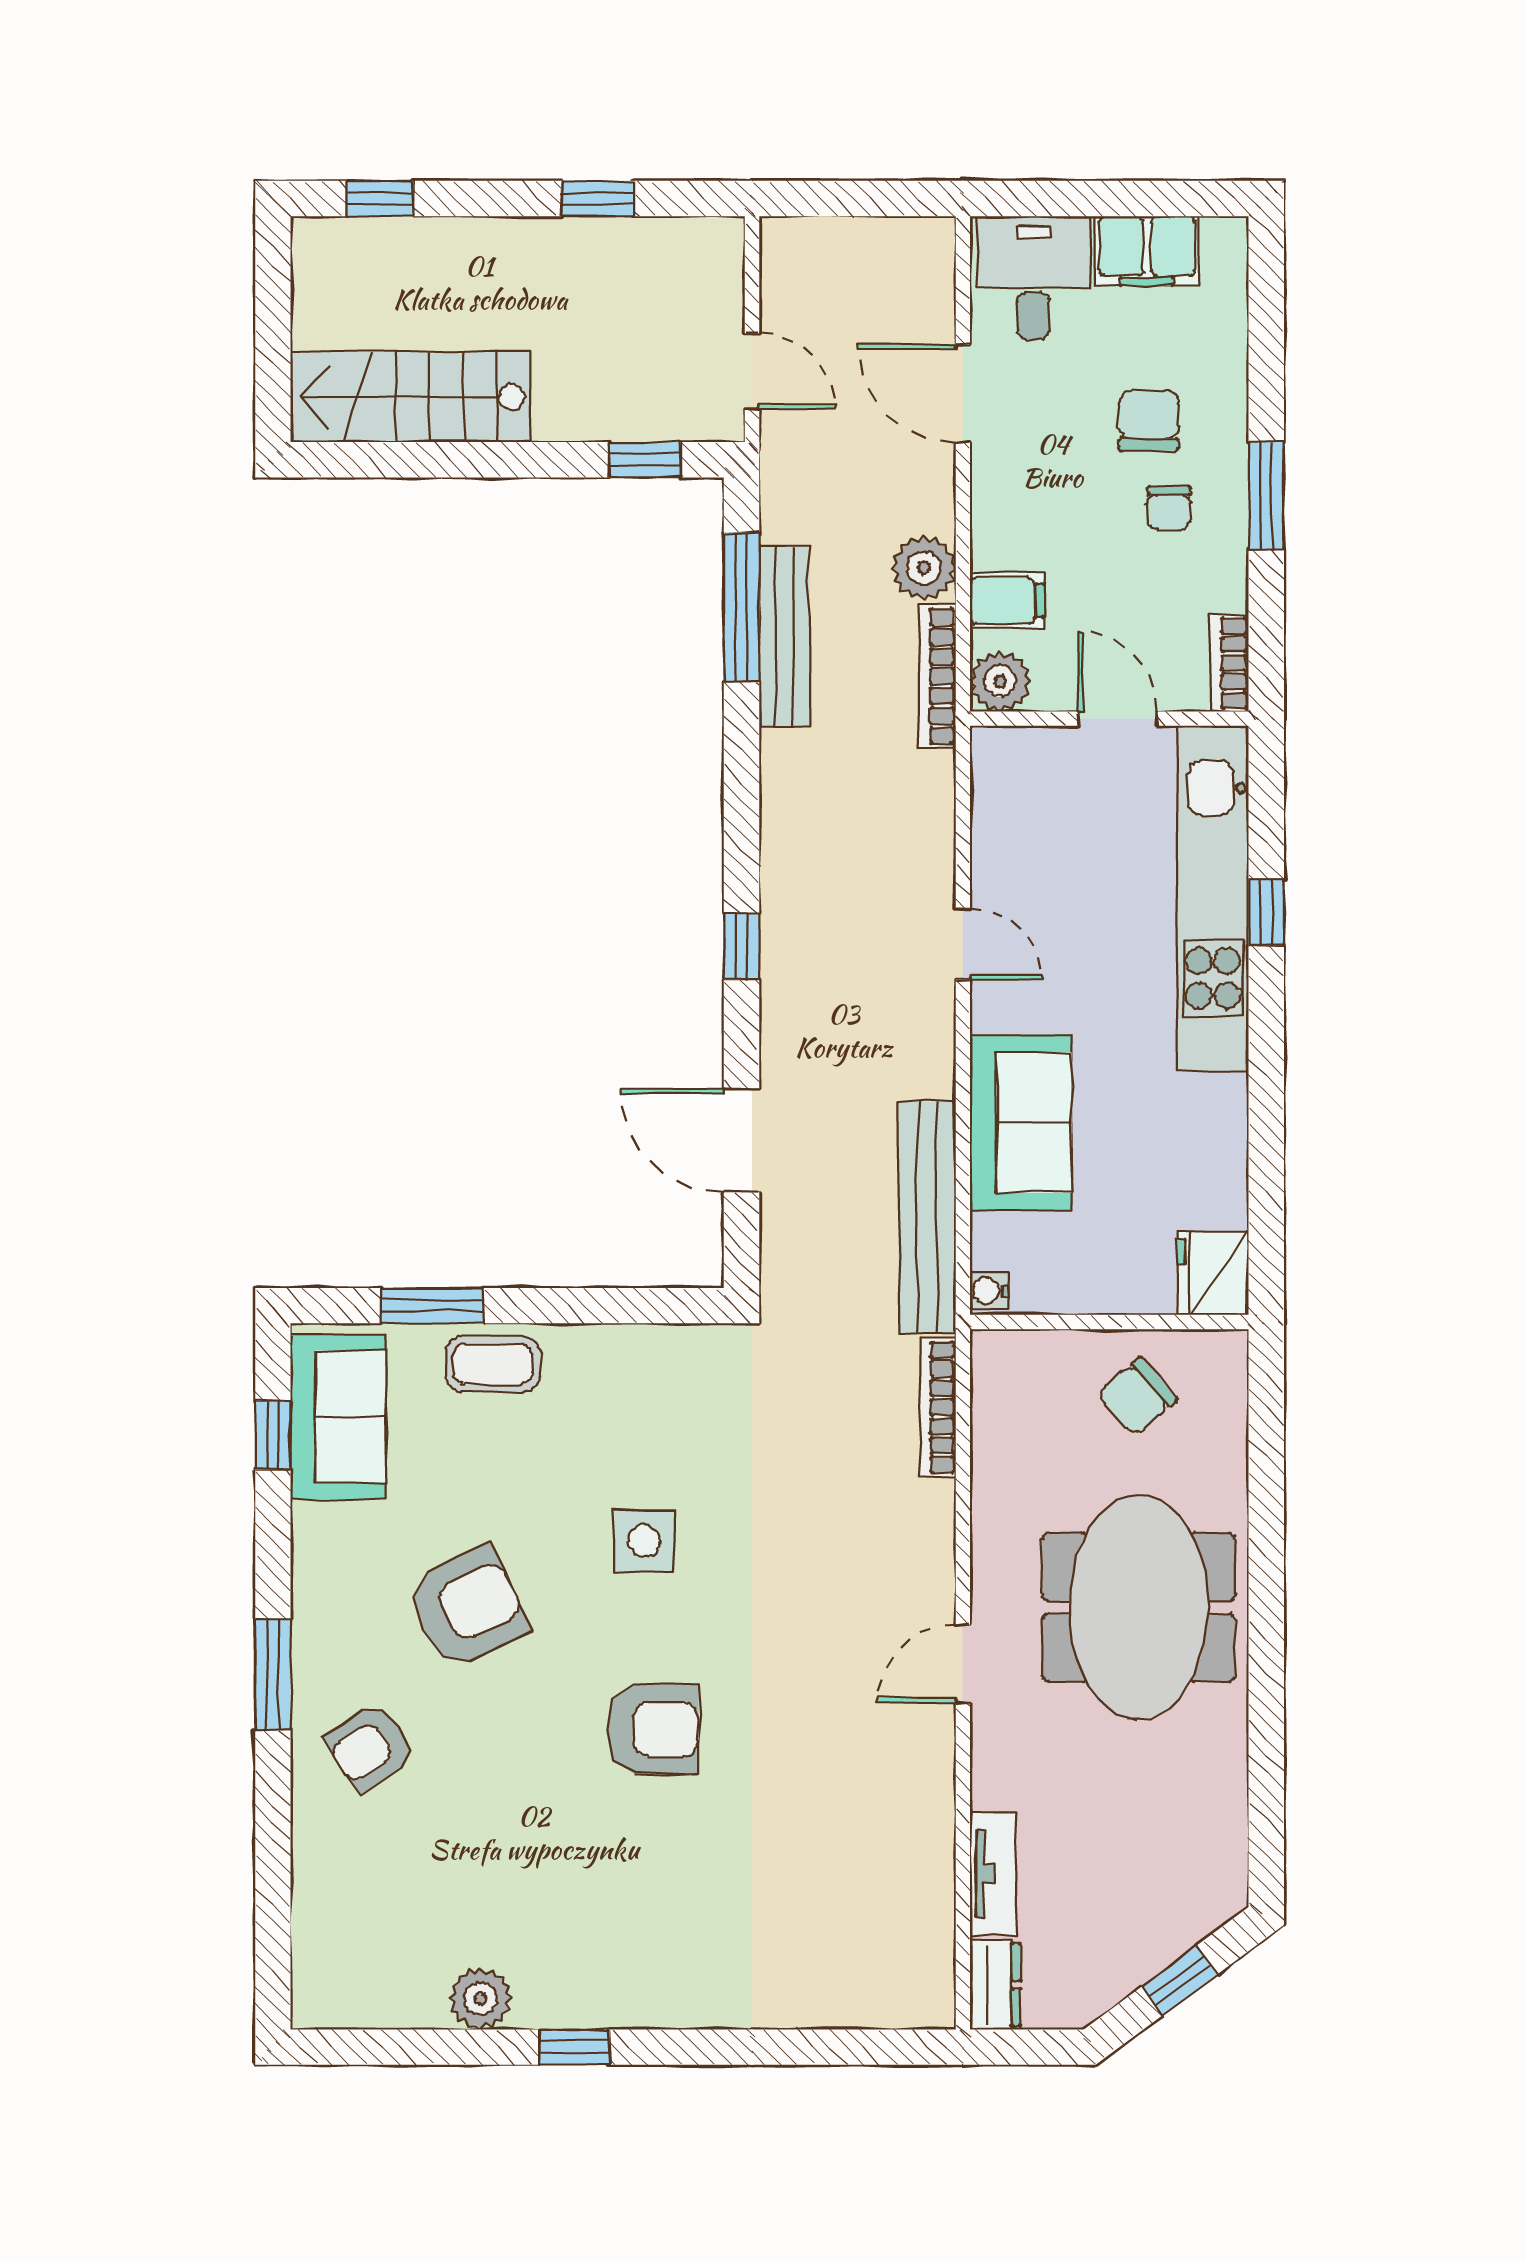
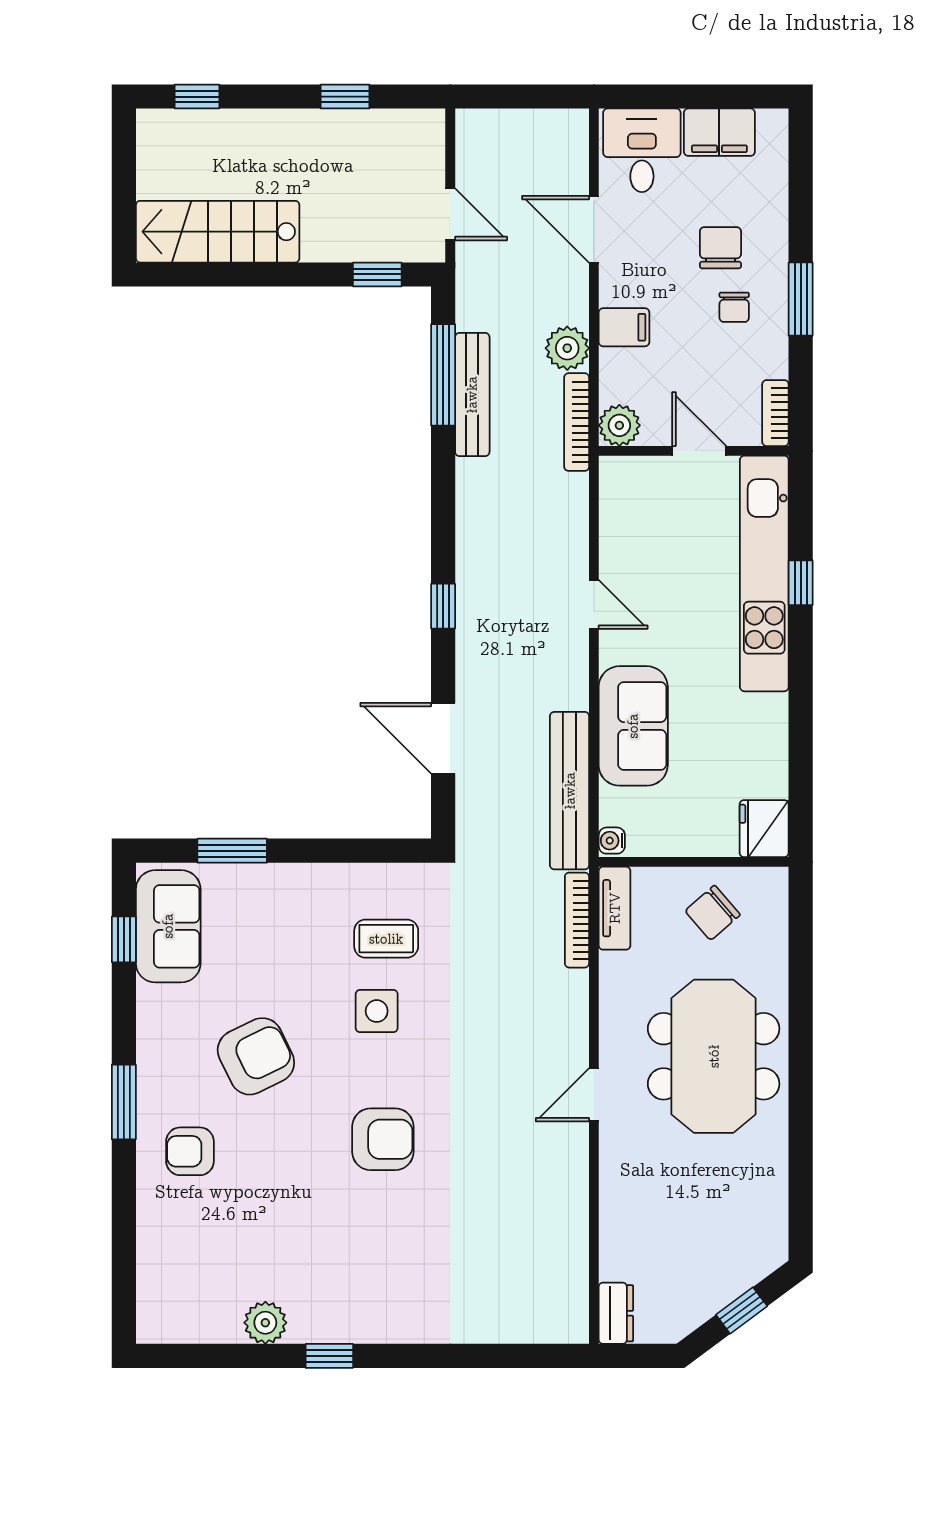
filing cabinet: (1007, 600) -> (624, 327), moved
coffee table: (493, 1364) -> (386, 939), moved
armchair: (370, 1747) -> (190, 1151), turned 34
tv unit: (993, 1874) -> (615, 908), moved

